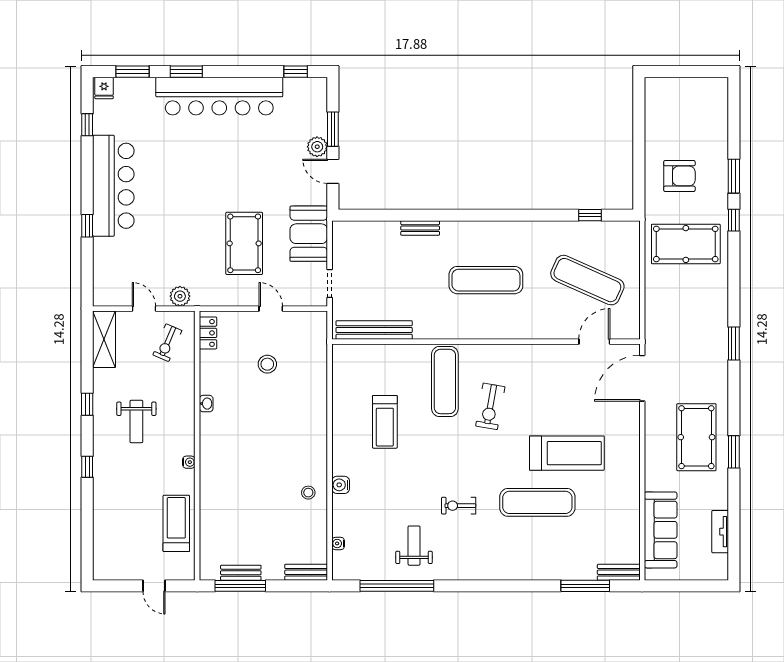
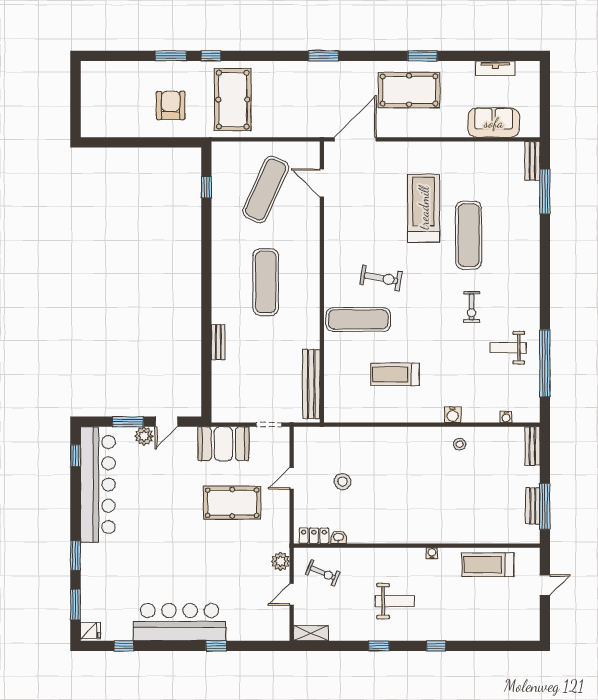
bar counter: (219, 96) -> (98, 485), moved
shelving: (104, 339) -> (311, 633), width x0.67, depth x0.75
door: (642, 378) -> (355, 139), swing flipped
washbasin: (206, 404) -> (338, 537), moved
treadmill: (385, 422) -> (395, 374), turned 180
sofa: (661, 530) -> (494, 123), width x0.73

